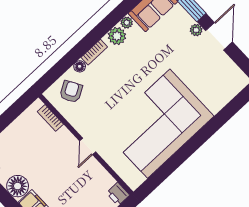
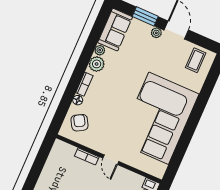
coffee table: (226, 78) -> (196, 60), added
bookcase: (50, 118) -> (87, 156), moved

